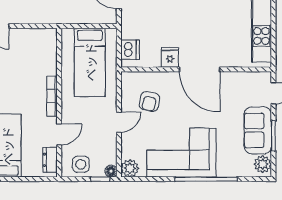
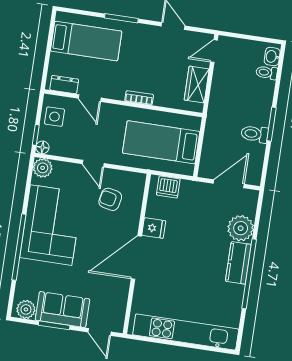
wardrobe: (32, 38) -> (197, 84), added
bookcase: (52, 96) -> (139, 98), width x0.64

